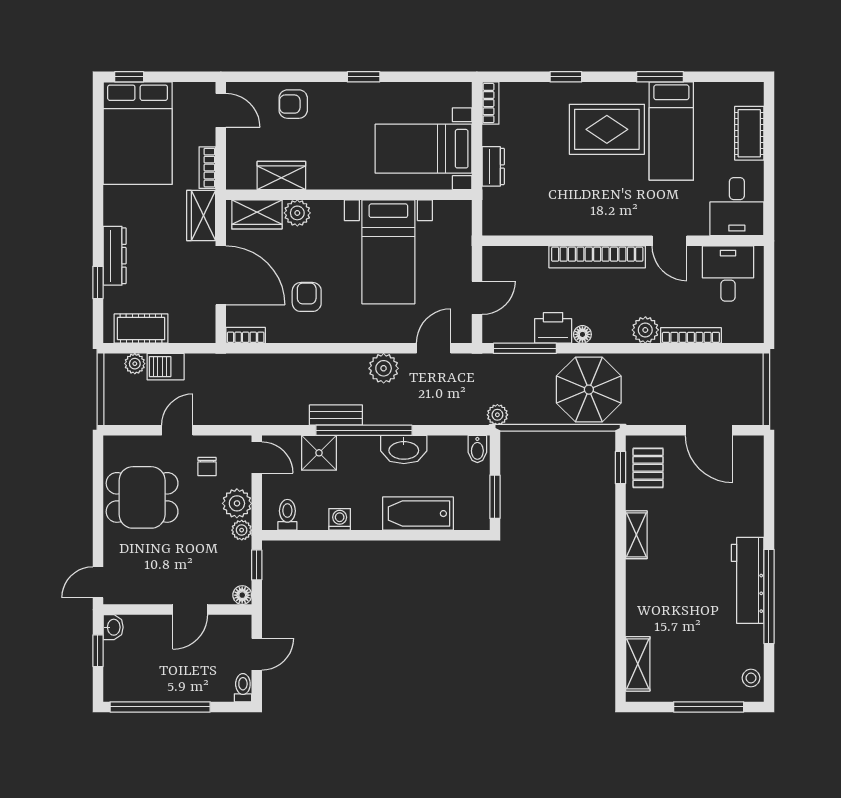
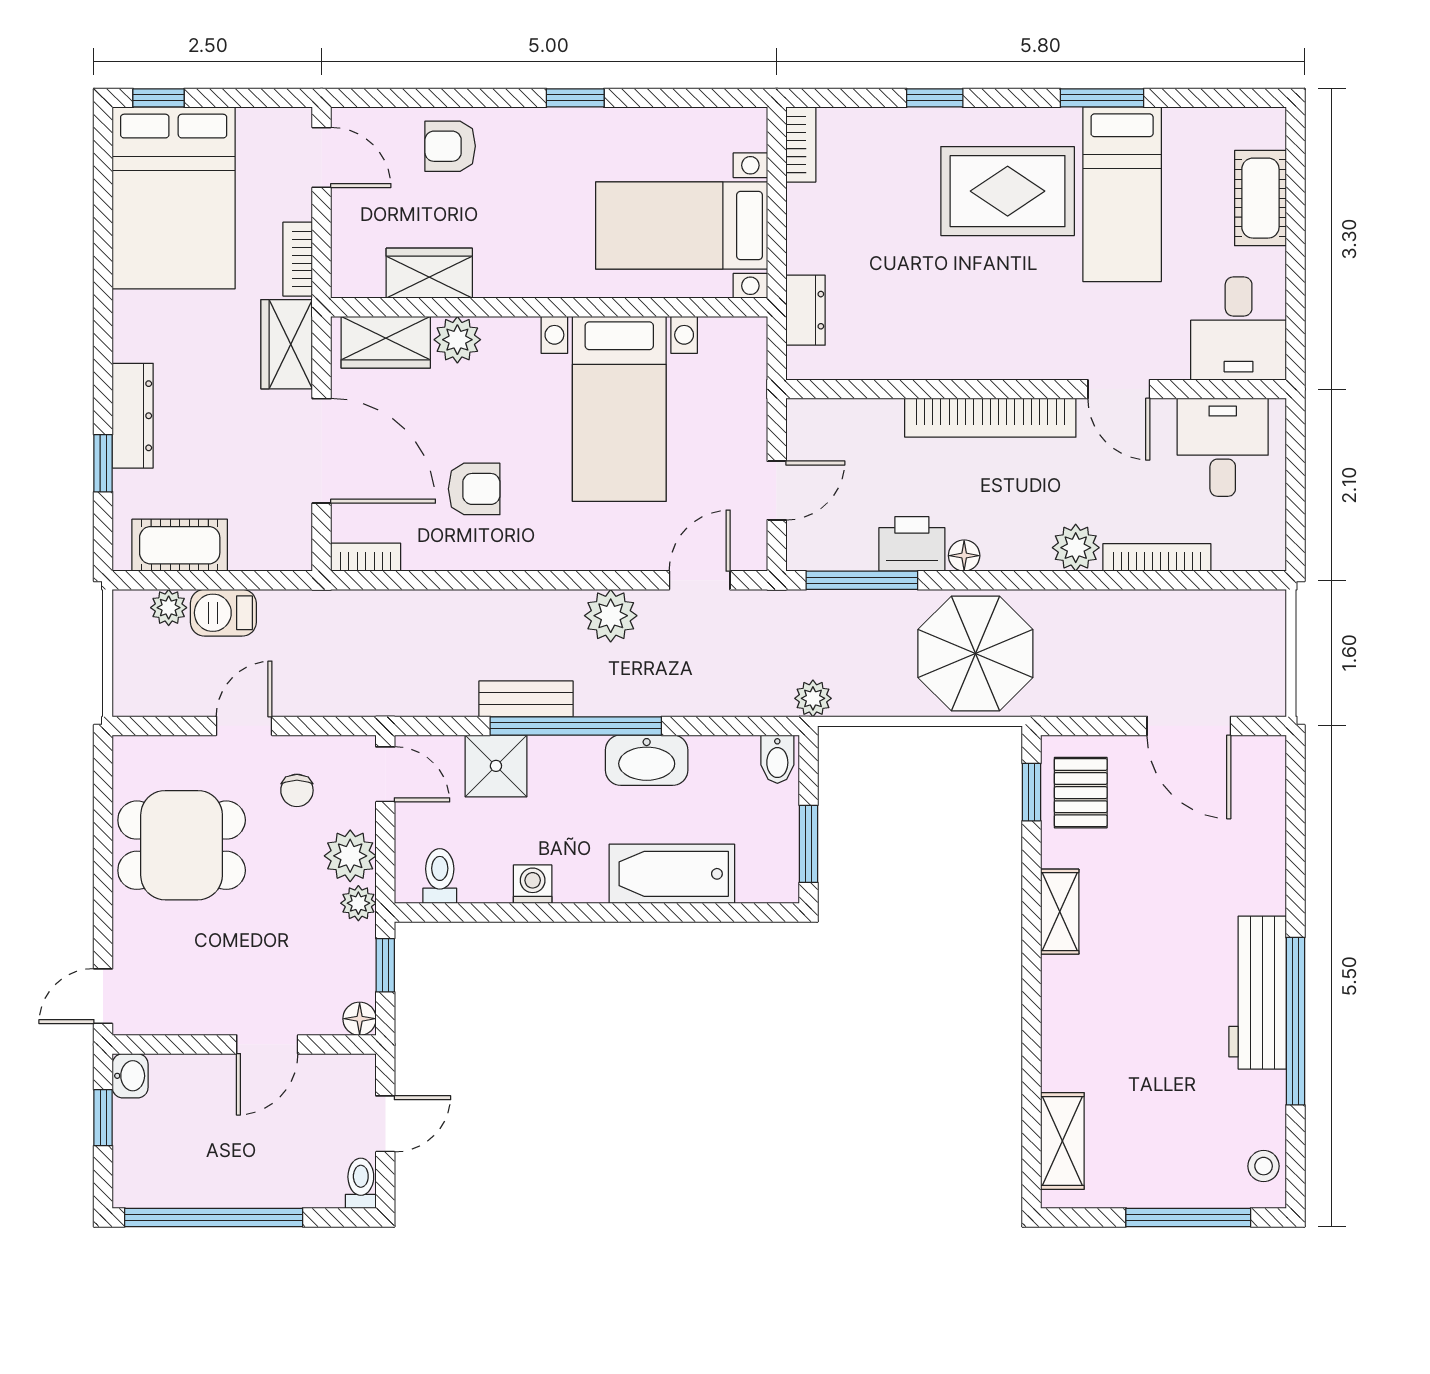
dresser: (493, 166) -> (805, 310), moved
armchair: (307, 297) -> (474, 489), turned 90

